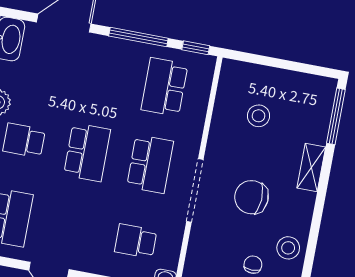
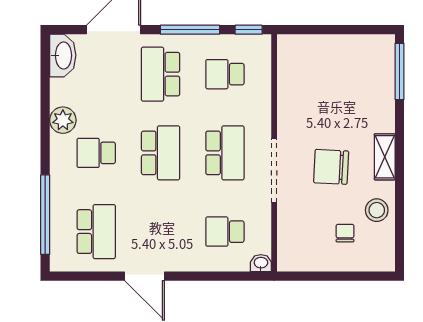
school desk: (102, 75) -> (161, 74), added
school desk: (165, 87) -> (225, 74), width x0.54
stool: (259, 116) -> (323, 85), removed
shelving: (311, 167) -> (385, 157), moved

